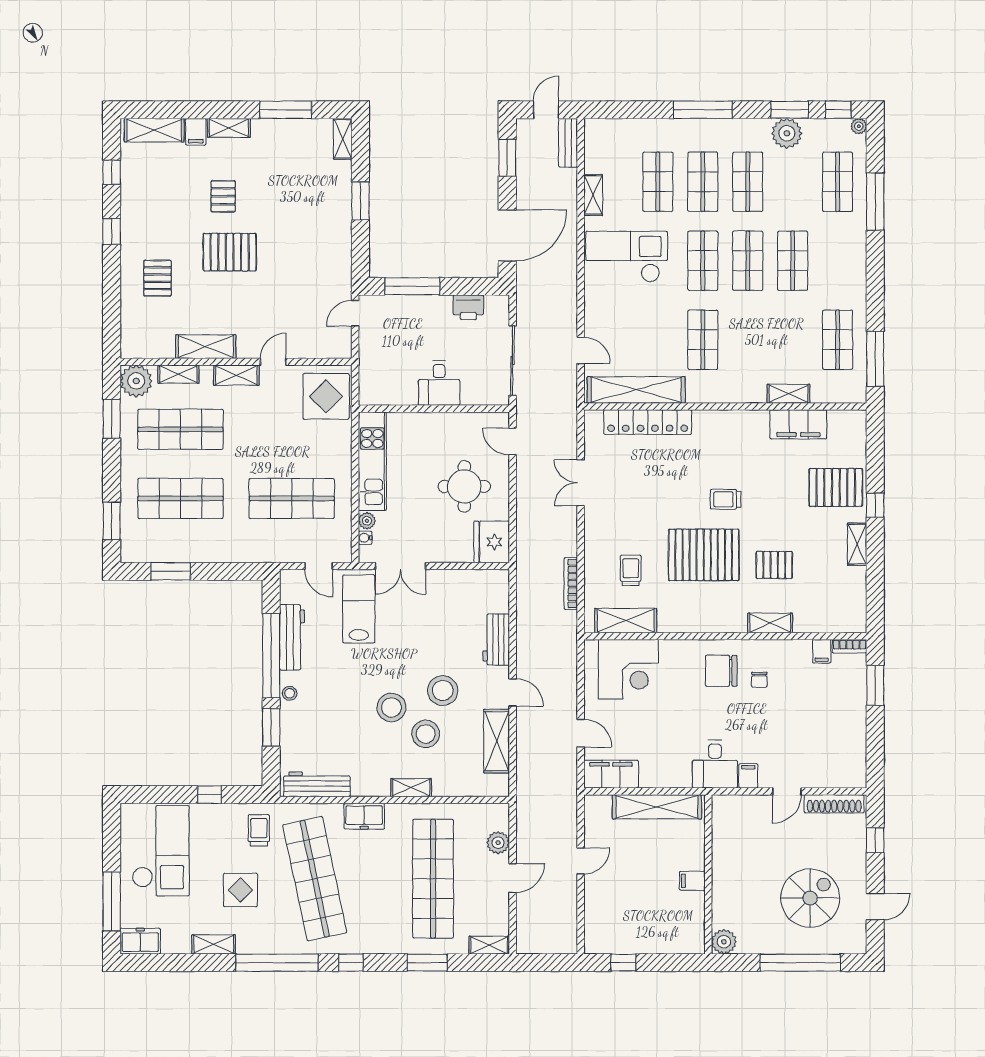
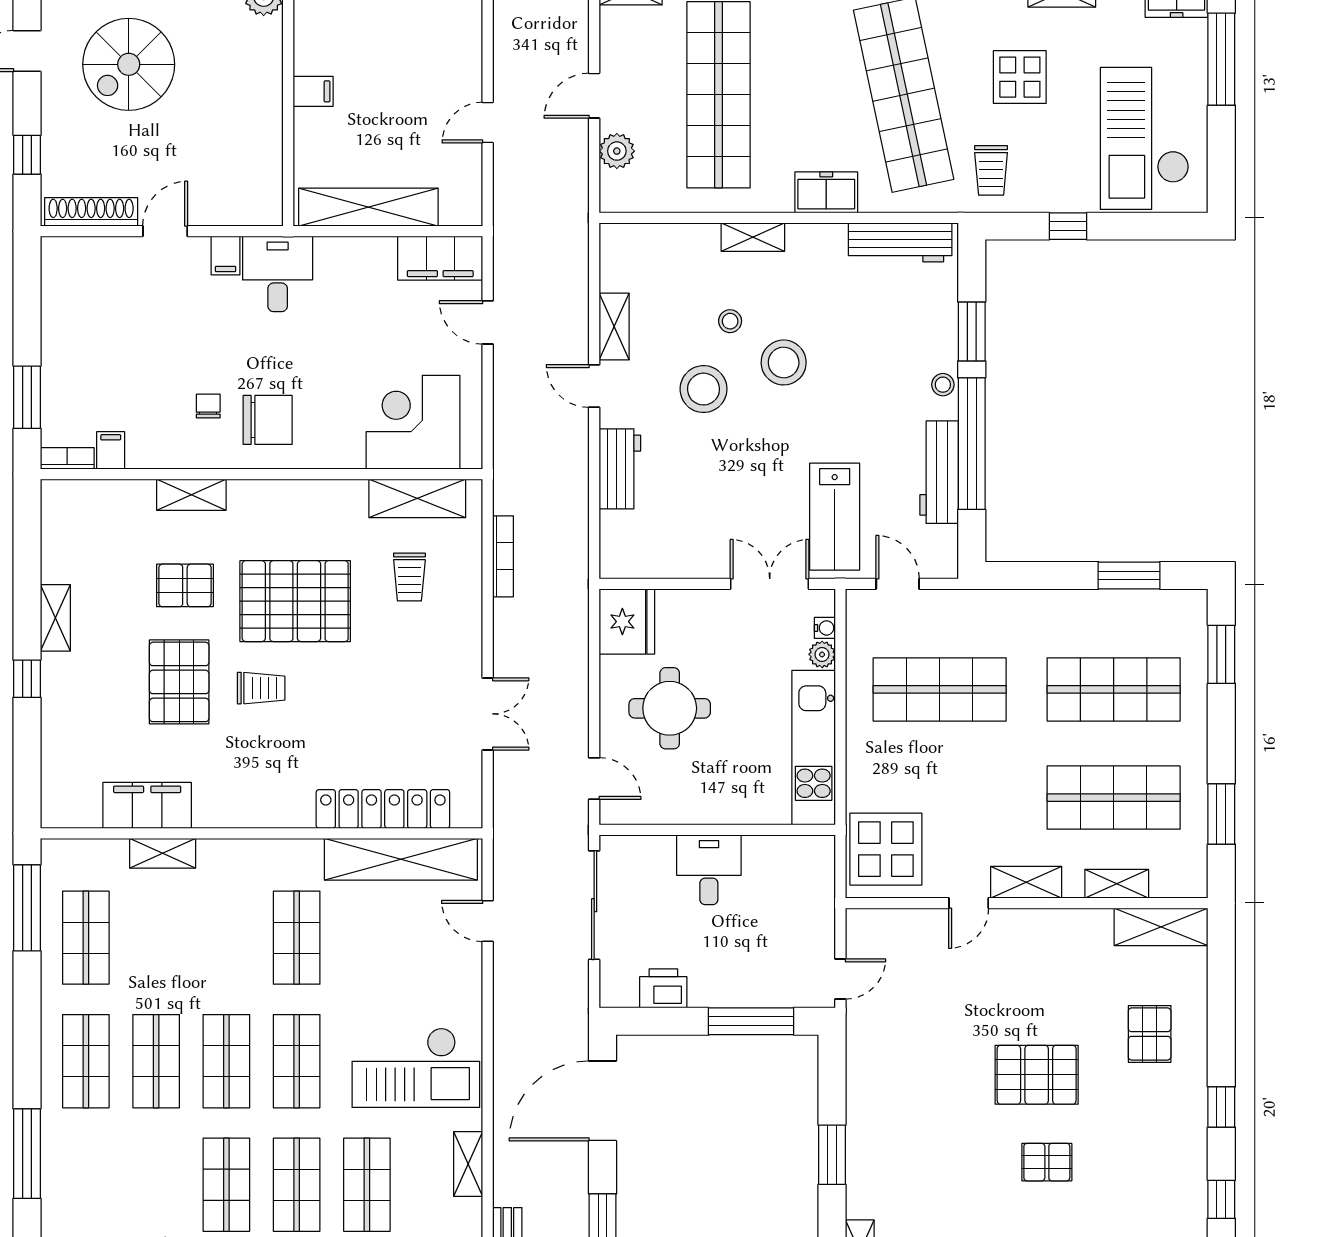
shop shelf: (838, 182) -> (86, 1061), moved
pallet: (223, 196) -> (1047, 1162), turned 90
shelving: (206, 347) -> (1161, 927), moved
plant: (136, 381) -> (1183, 873), removed
pallet: (836, 487) -> (179, 682), moved, turned 90
stool: (426, 734) -> (730, 321), width x0.53, depth x0.53
shelving: (497, 741) -> (614, 327), width x0.67, depth x0.75

